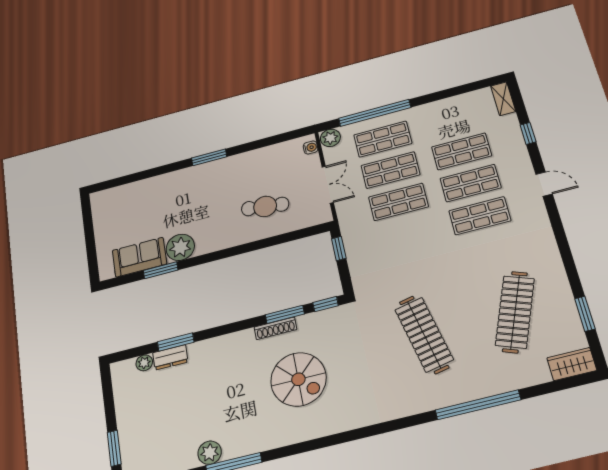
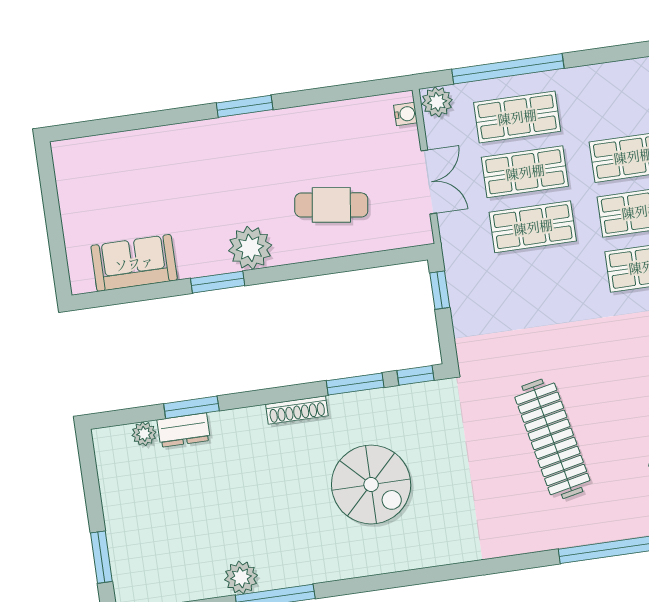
plant: (180, 247) -> (250, 248), moved
window: (161, 270) -> (218, 282), moved
shoe rack: (275, 328) -> (297, 410), moved

